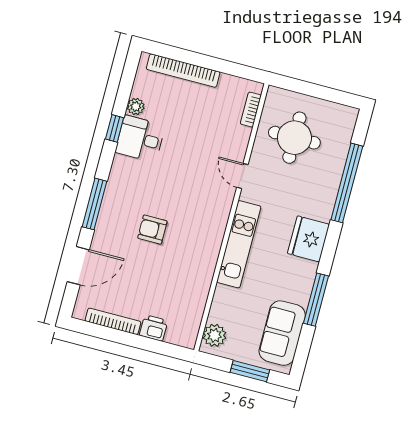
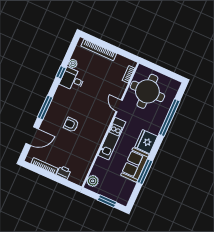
round table: (294, 138) -> (147, 91), width x1.36, depth x1.36
sofa: (282, 333) -> (135, 165), moved

